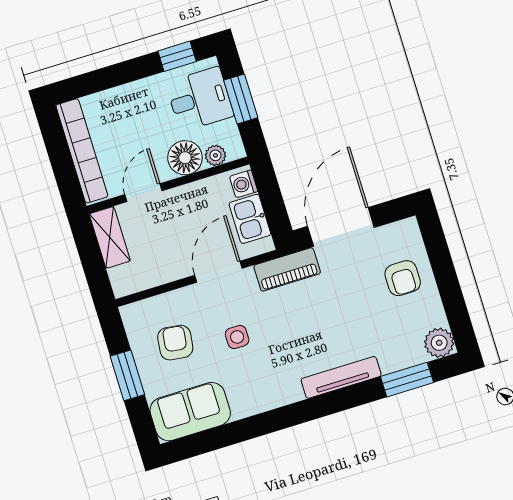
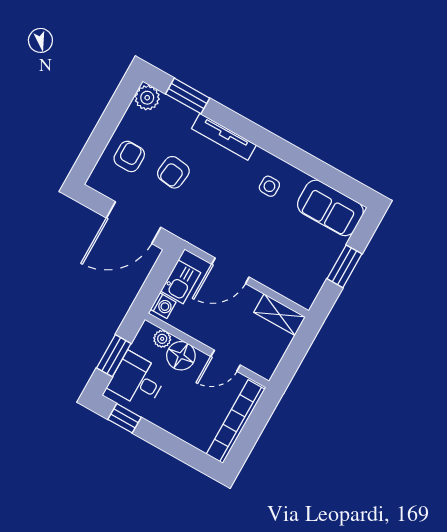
shelving: (110, 237) -> (280, 315), moved, turned 90
piano: (287, 269) -> (190, 231), removed
side table: (237, 337) -> (269, 186), moved
armchair: (175, 343) -> (173, 172), moved

